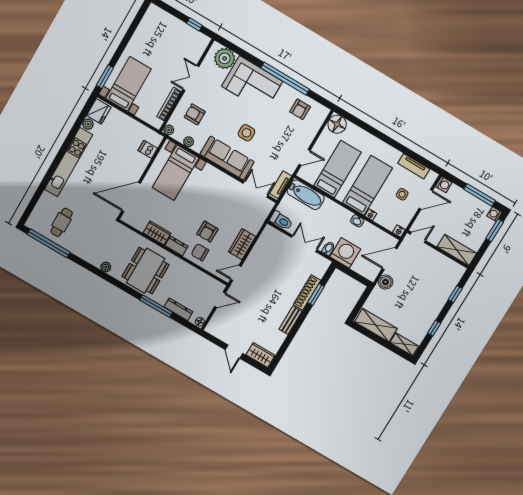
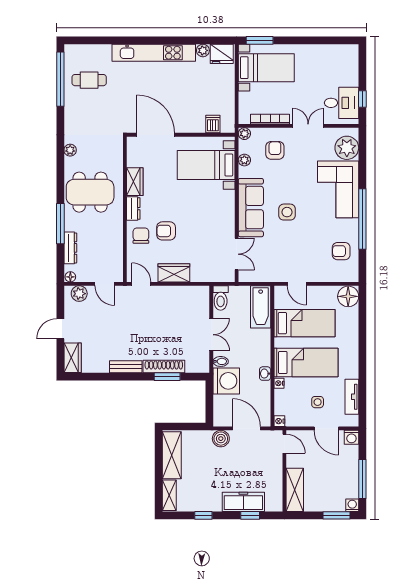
desk: (188, 42) -> (342, 103), added
tv unit: (281, 185) -> (256, 276), removed
freezer: (442, 293) -> (243, 502), added
plant: (216, 323) -> (79, 294), added

